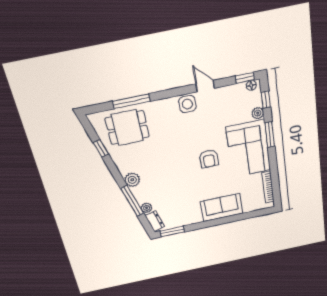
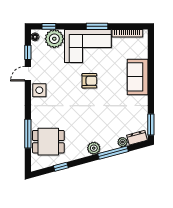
window: (245, 78) -> (28, 52), moved
plant: (258, 113) -> (54, 39), width x1.88, depth x1.88
dining table: (127, 128) -> (48, 142), turned 90
window: (270, 135) -> (97, 26), moved

